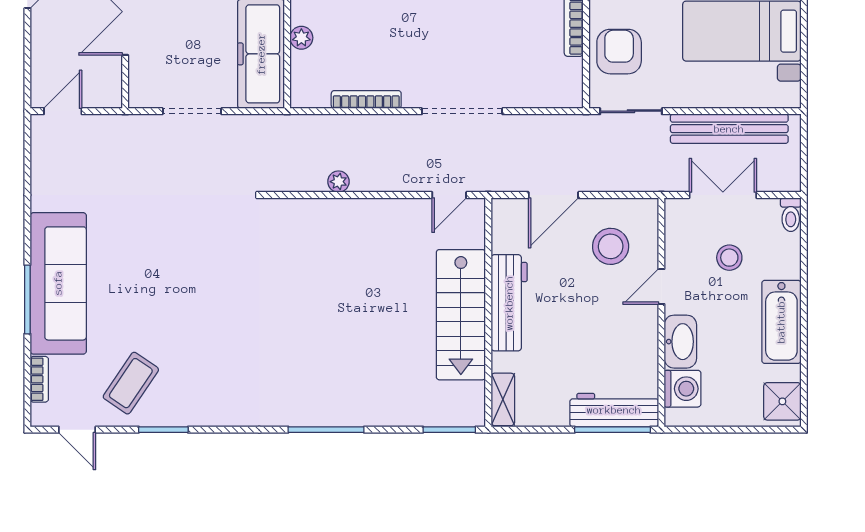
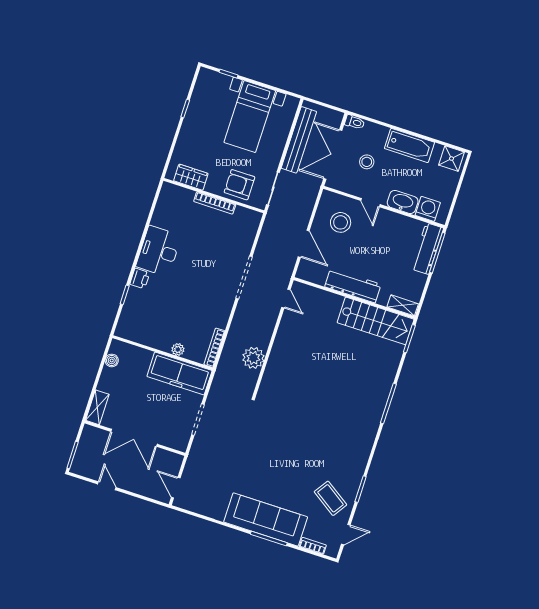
bookcase: (366, 99) -> (214, 348), moved
plant: (338, 182) -> (253, 358), width x1.88, depth x1.88
double door: (723, 195) -> (333, 155), width x1.37
stairs: (461, 315) -> (376, 321), moved

